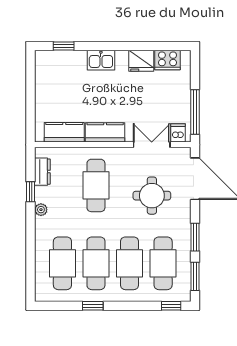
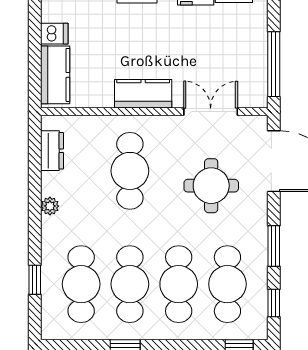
kitchen counter: (64, 132) -> (55, 75), moved, turned 90
dishwasher: (178, 133) -> (54, 34), moved, turned 90
window: (31, 192) -> (35, 280), moved
window: (195, 276) -> (274, 303), width x0.67

